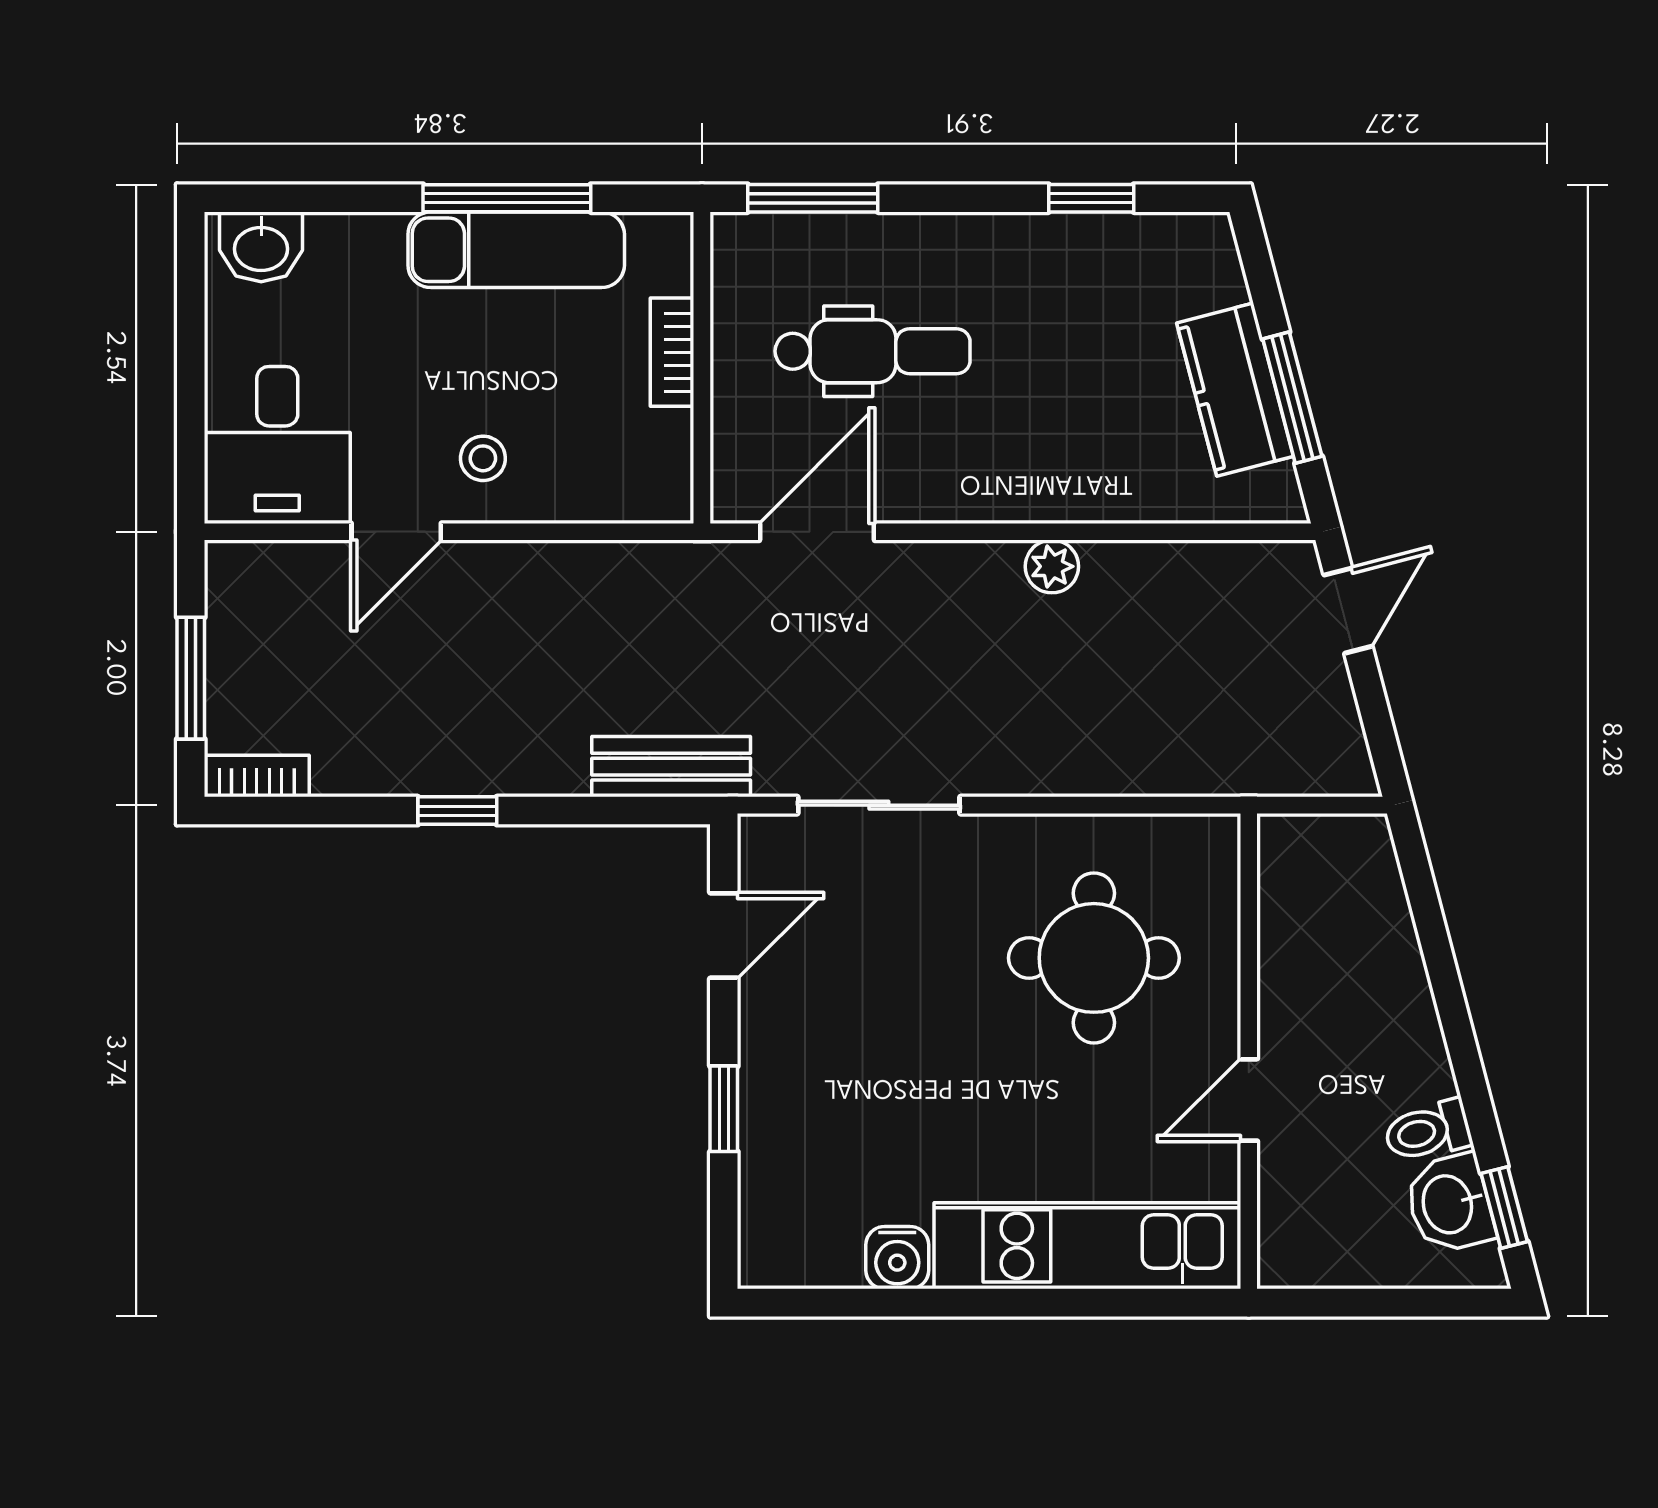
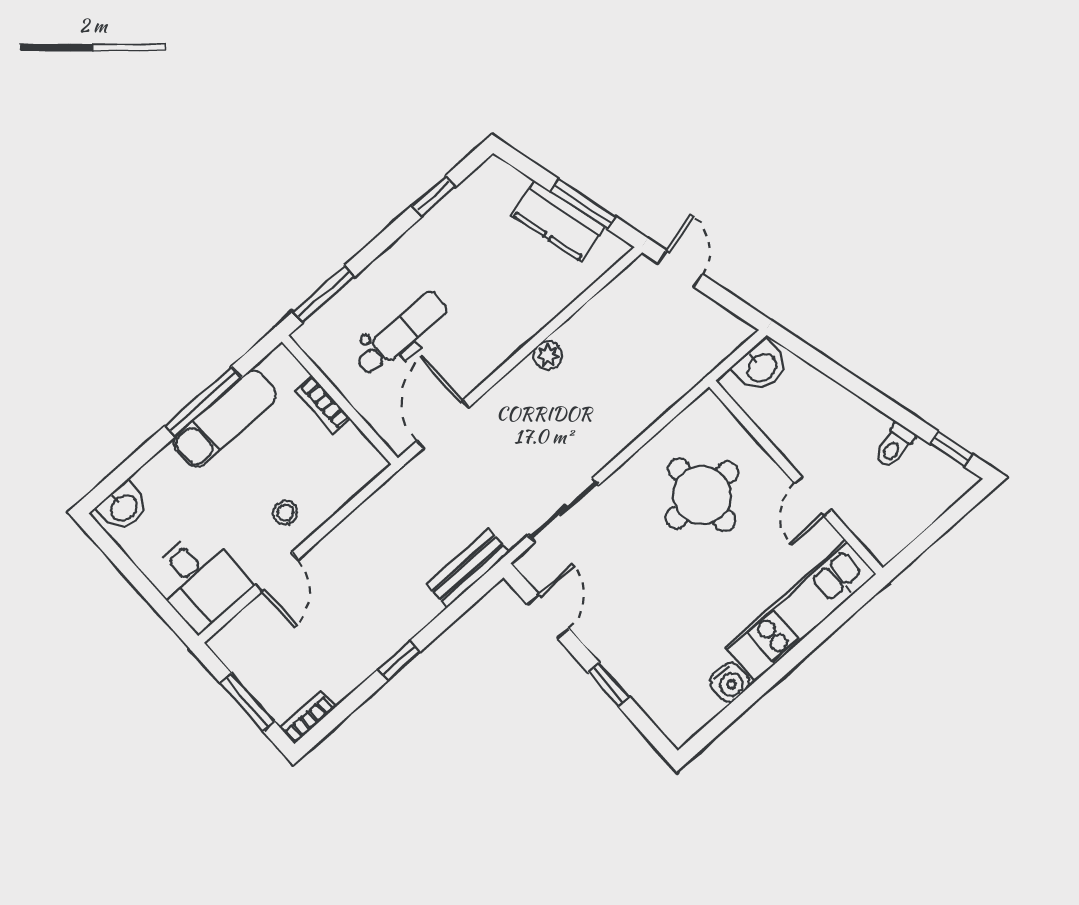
washbasin: (1450, 1204) -> (761, 367), moved, turned -75

